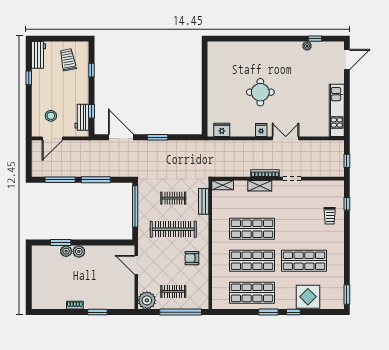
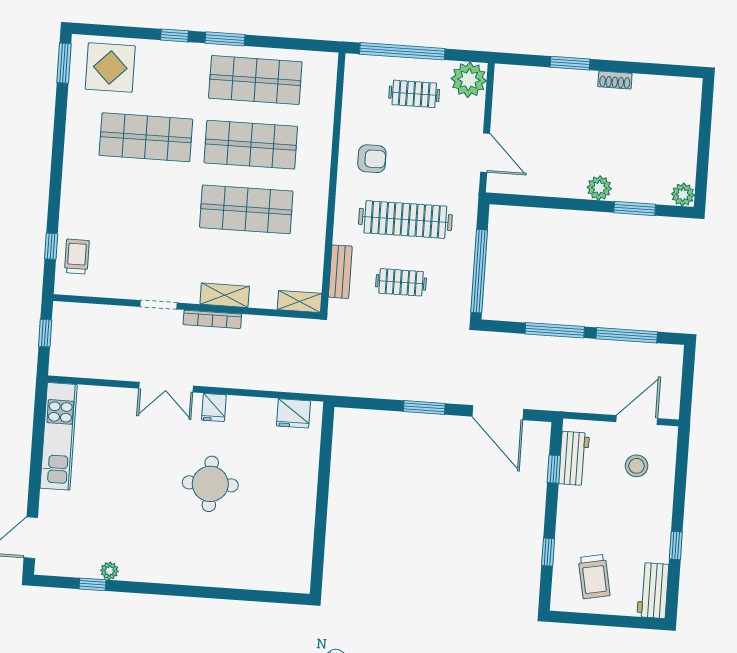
trolley: (330, 216) -> (77, 257), moved
plant: (66, 251) -> (683, 195), moved
display table: (308, 297) -> (110, 67), moved

